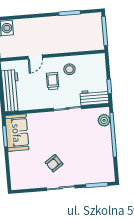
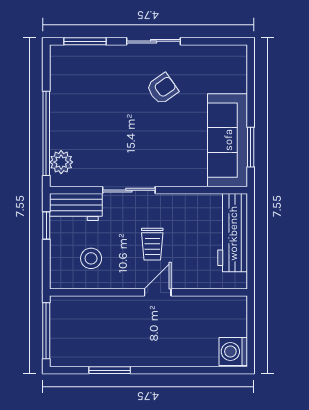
door: (35, 57) -> (158, 292), moved
stool: (69, 69) -> (91, 258), moved
sofa: (17, 133) -> (228, 140), width x1.36

